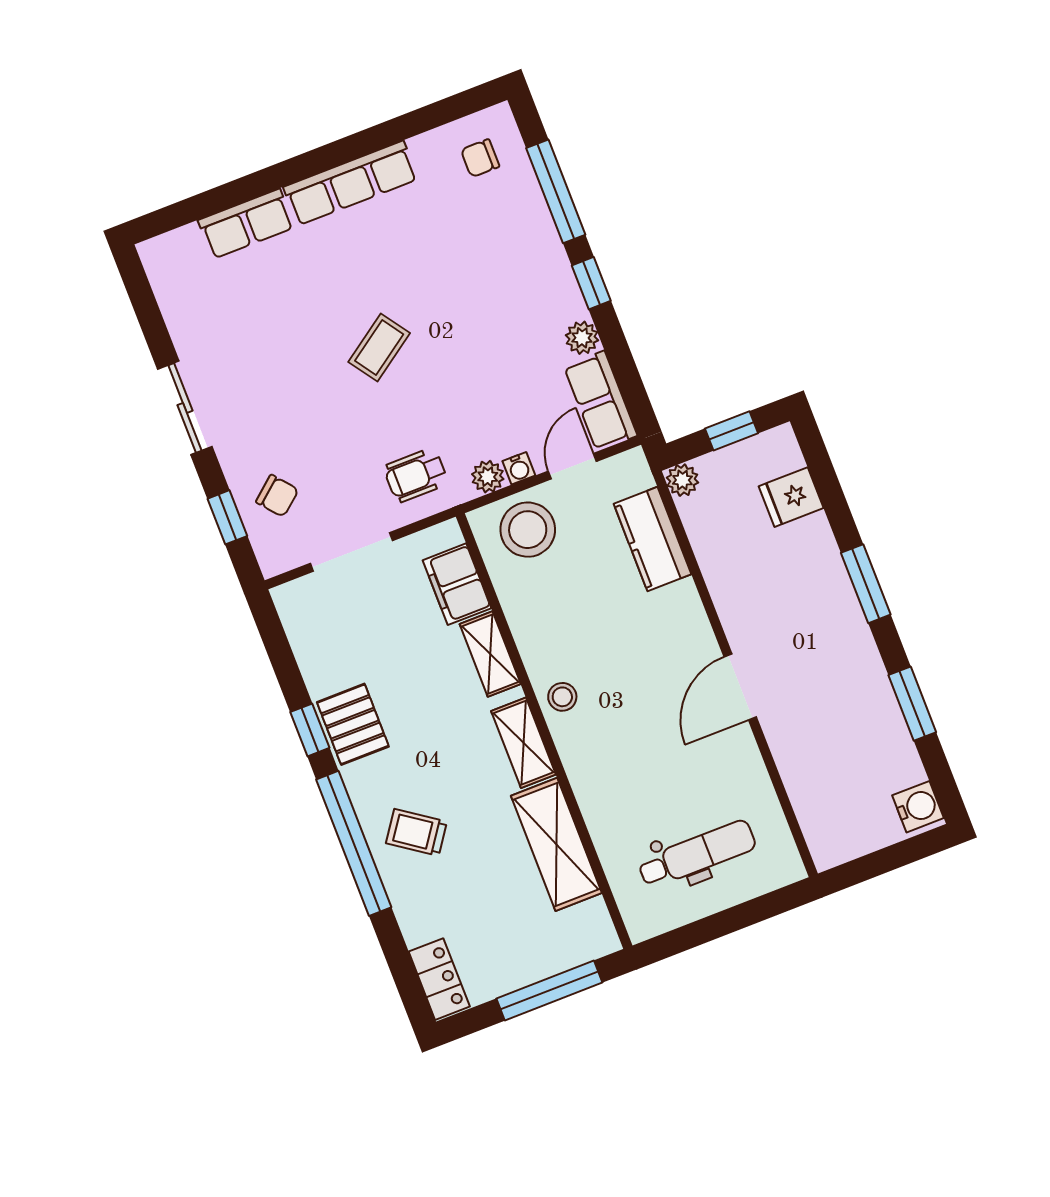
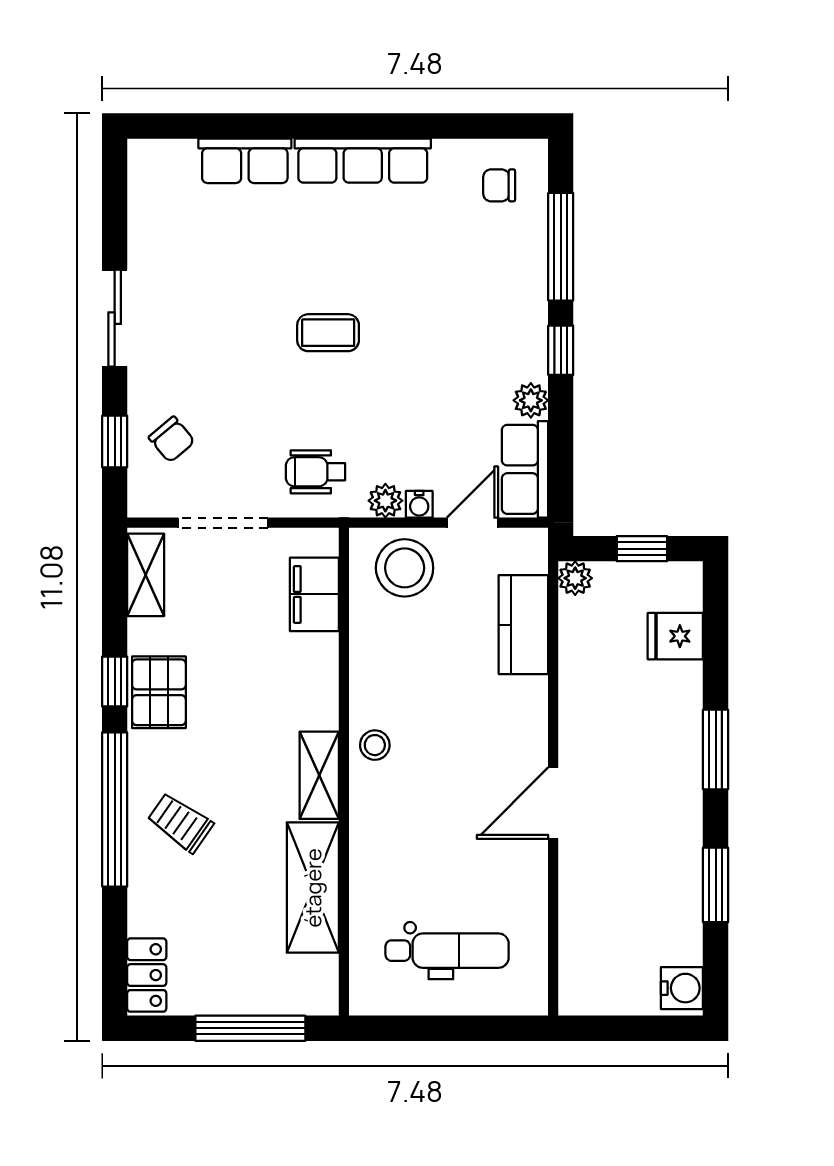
coffee table: (379, 347) -> (328, 333), turned 35
shelving: (490, 654) -> (146, 575), moved

